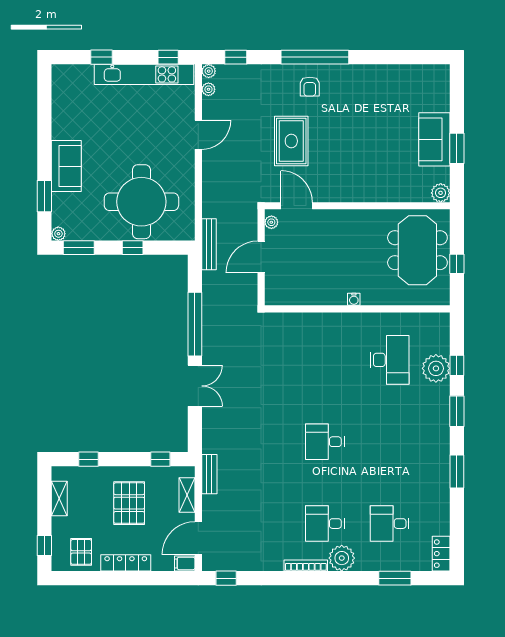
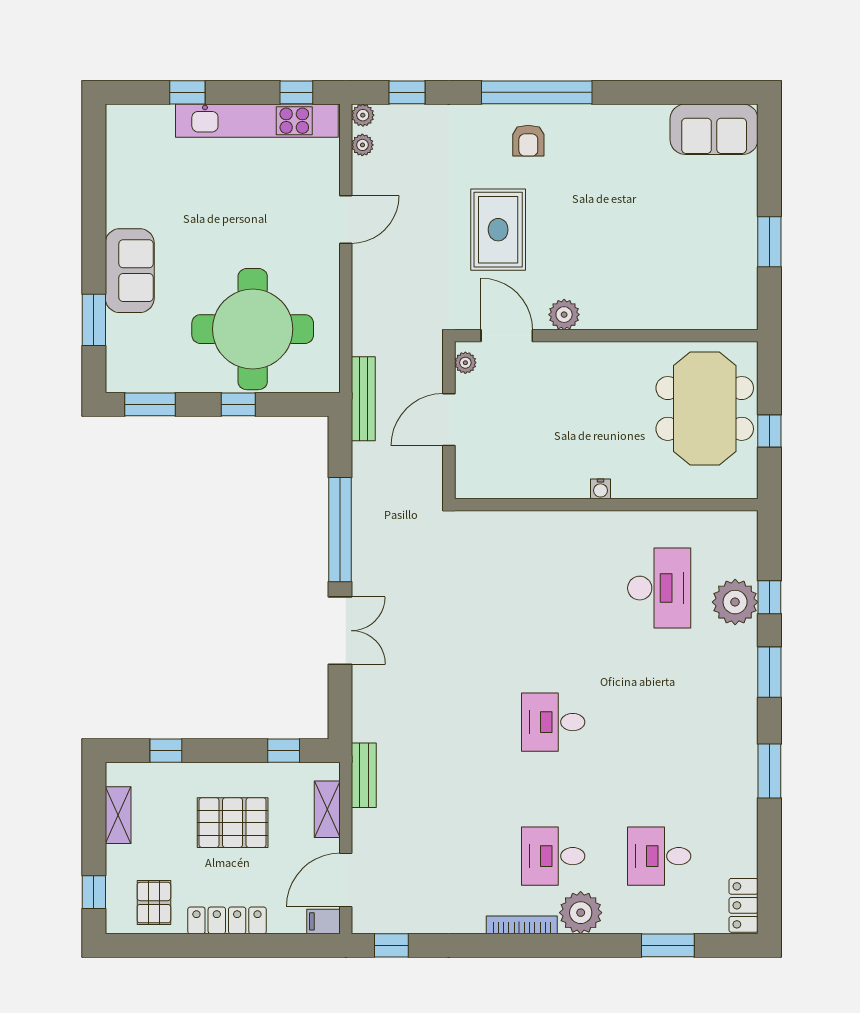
sofa: (434, 139) -> (714, 129), moved, turned -90
plant: (441, 193) -> (564, 315), moved
plant: (58, 234) -> (117, 382), removed
pallet: (129, 503) -> (233, 823), turned 90

